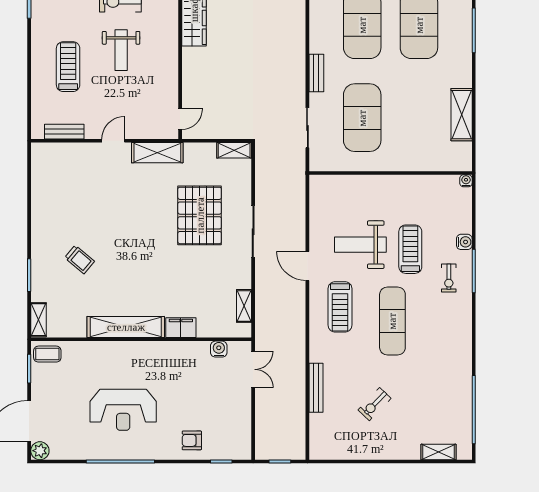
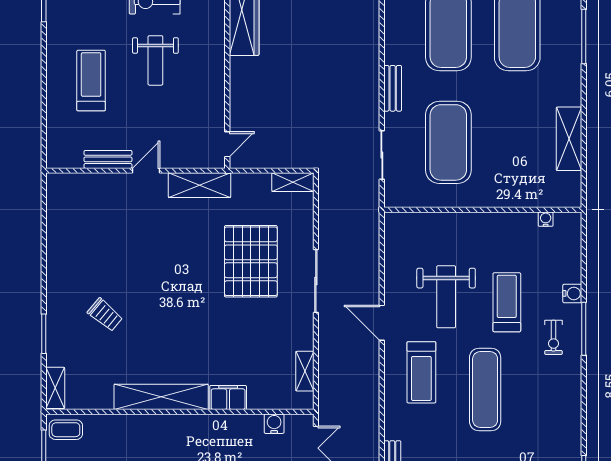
bench: (64, 132) -> (108, 159), moved
water cooler: (466, 181) -> (546, 219), moved
weight bench: (360, 245) -> (446, 297), turned -90

